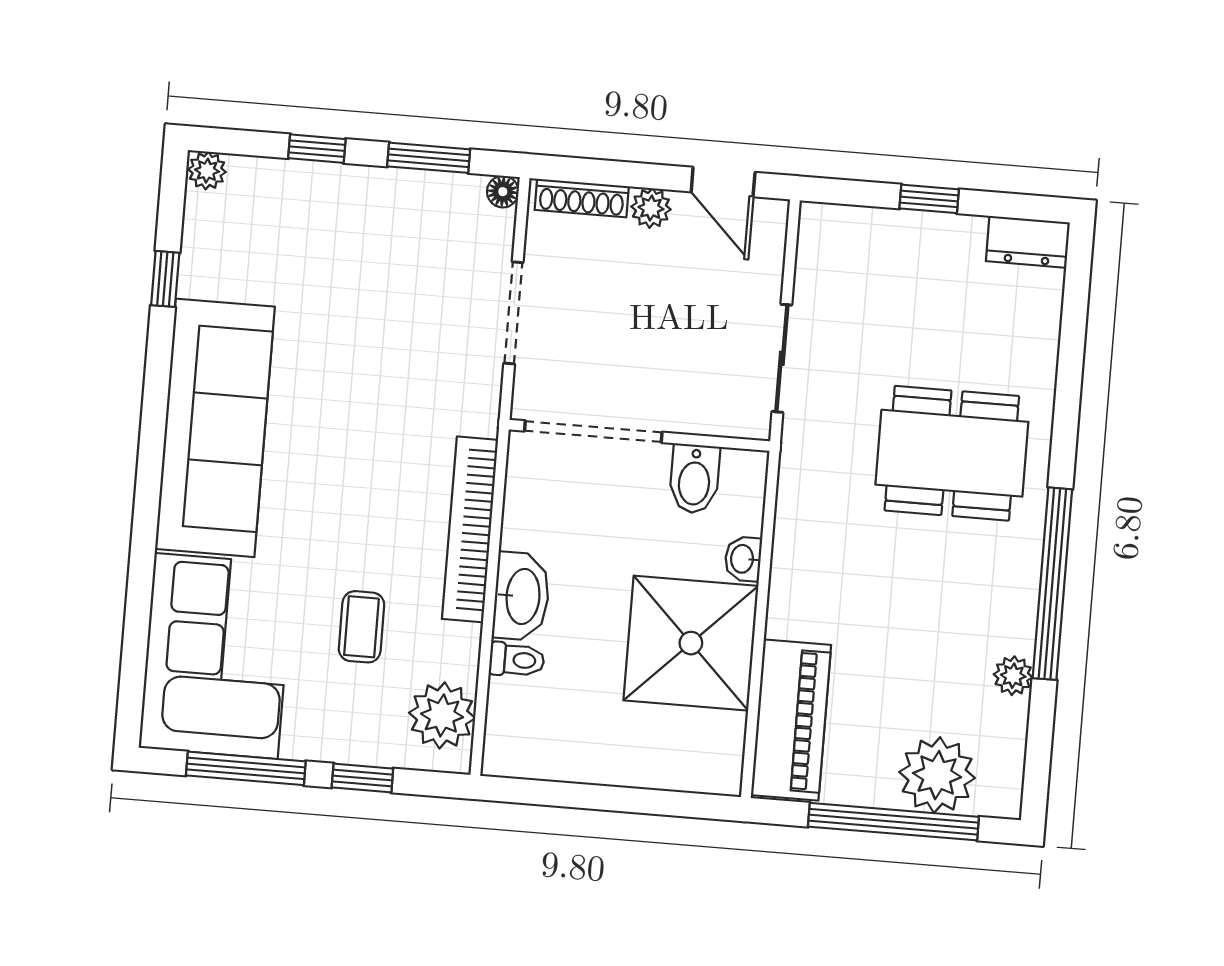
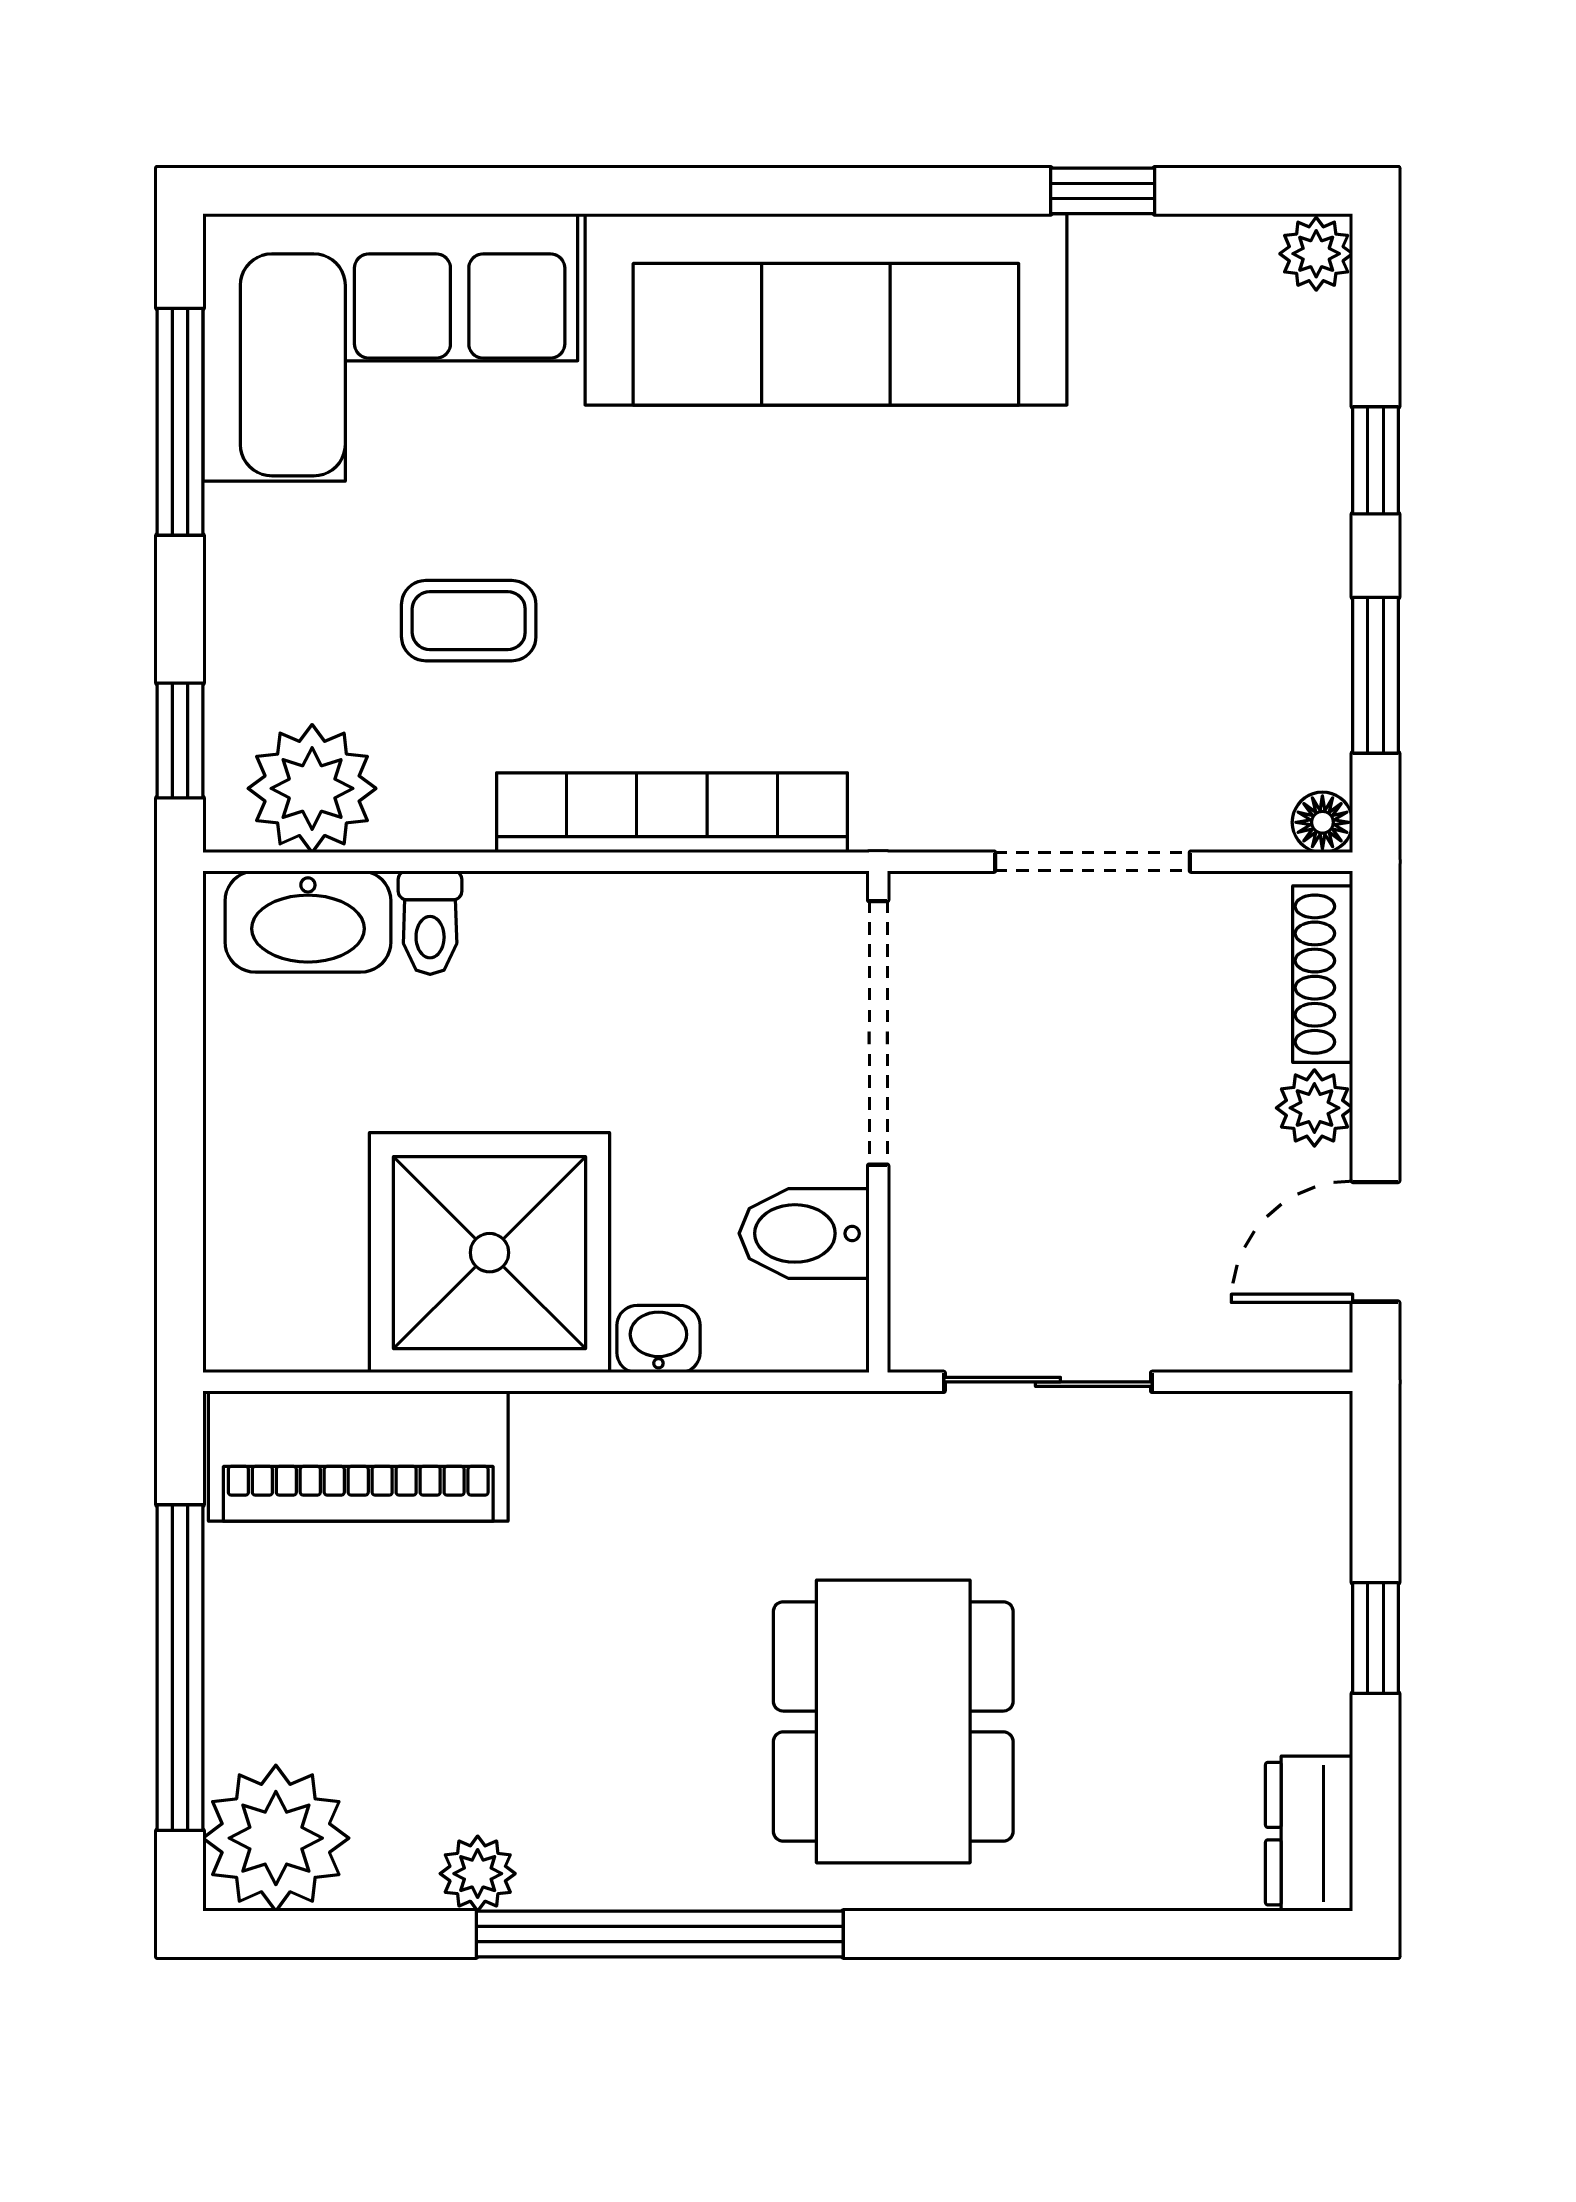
washbasin: (521, 596) -> (308, 921), moved
plant: (937, 775) -> (276, 1838), moved
window: (362, 778) -> (180, 741), moved

